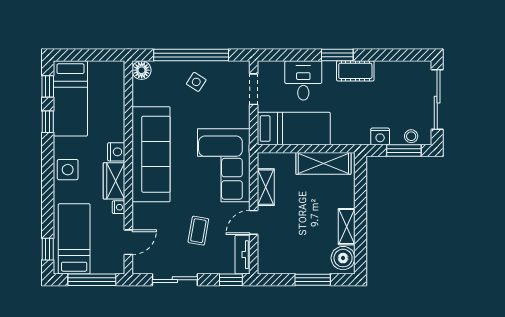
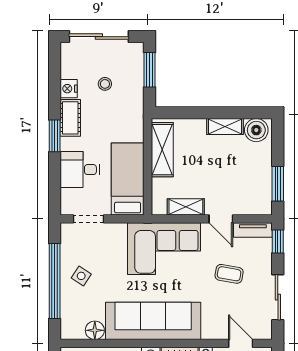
floor lamp: (142, 70) -> (95, 330), moved
nightstand: (380, 136) -> (69, 89), moved, turned 180
stool: (411, 136) -> (105, 84), moved
window: (313, 280) -> (278, 184), moved

